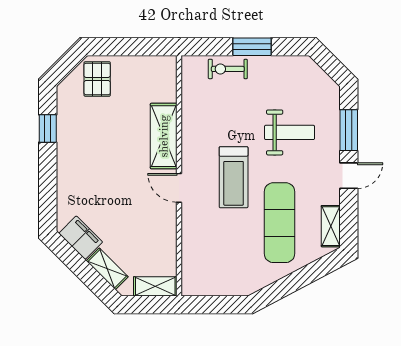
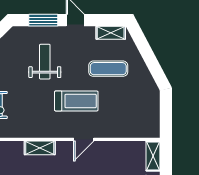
shelving: (164, 136) -> (40, 148), width x0.67, depth x0.75
exercise mat: (280, 223) -> (108, 69), width x0.73, depth x0.69

